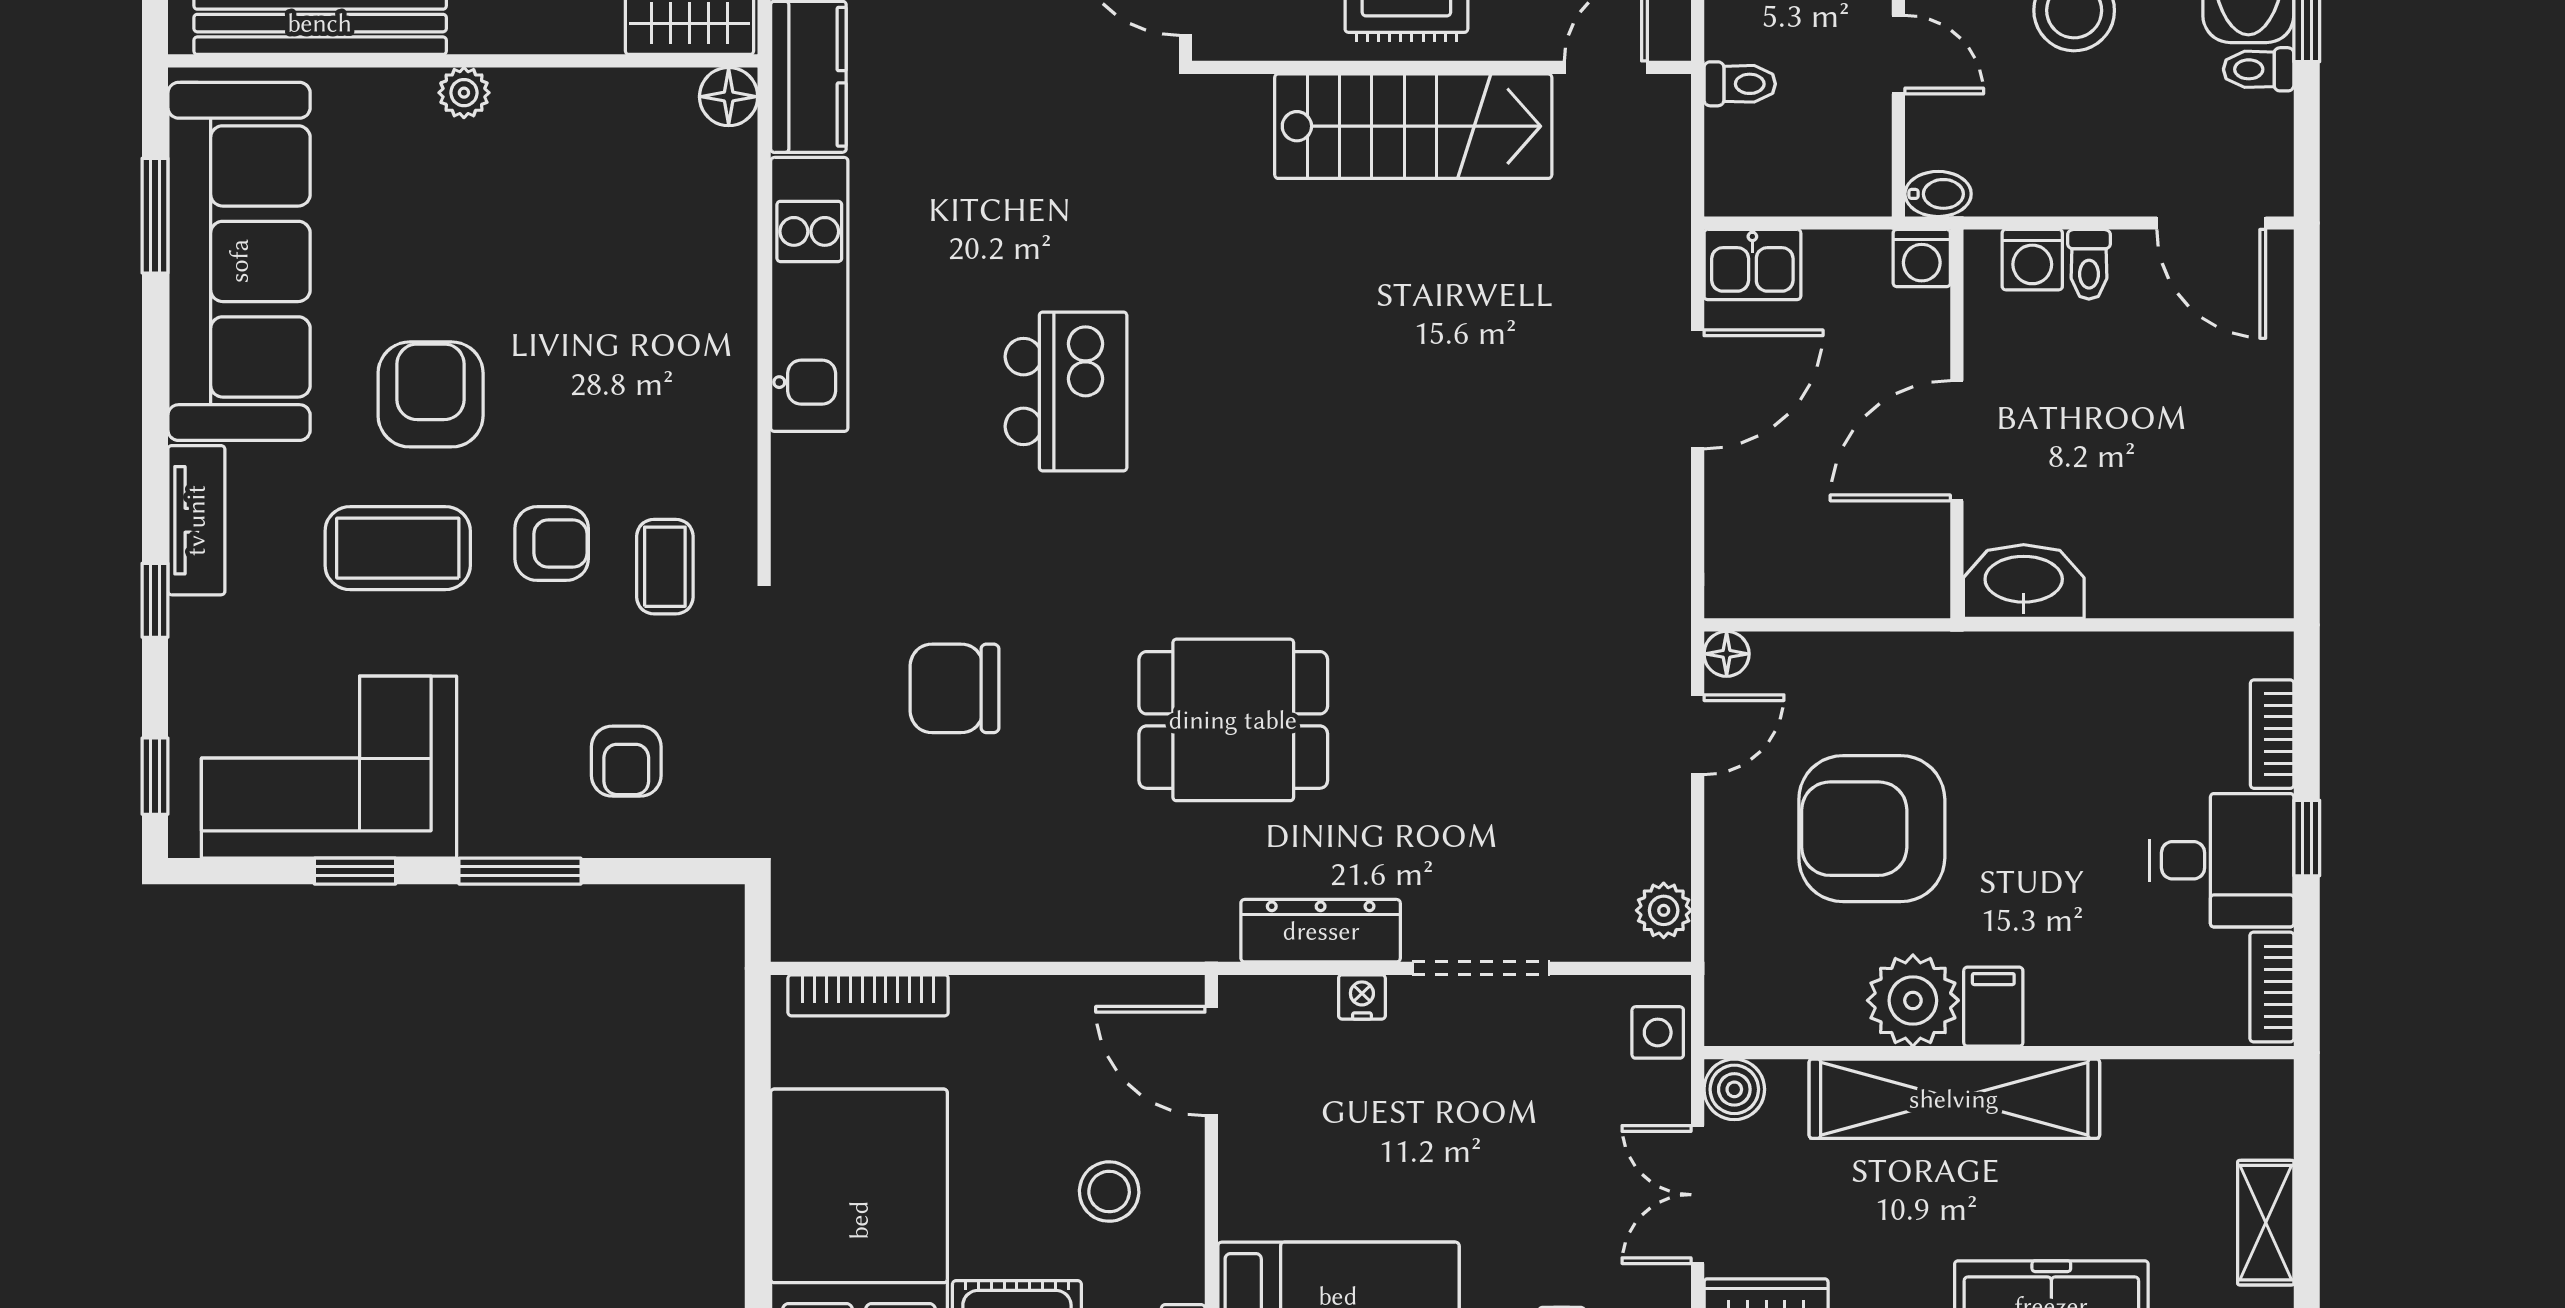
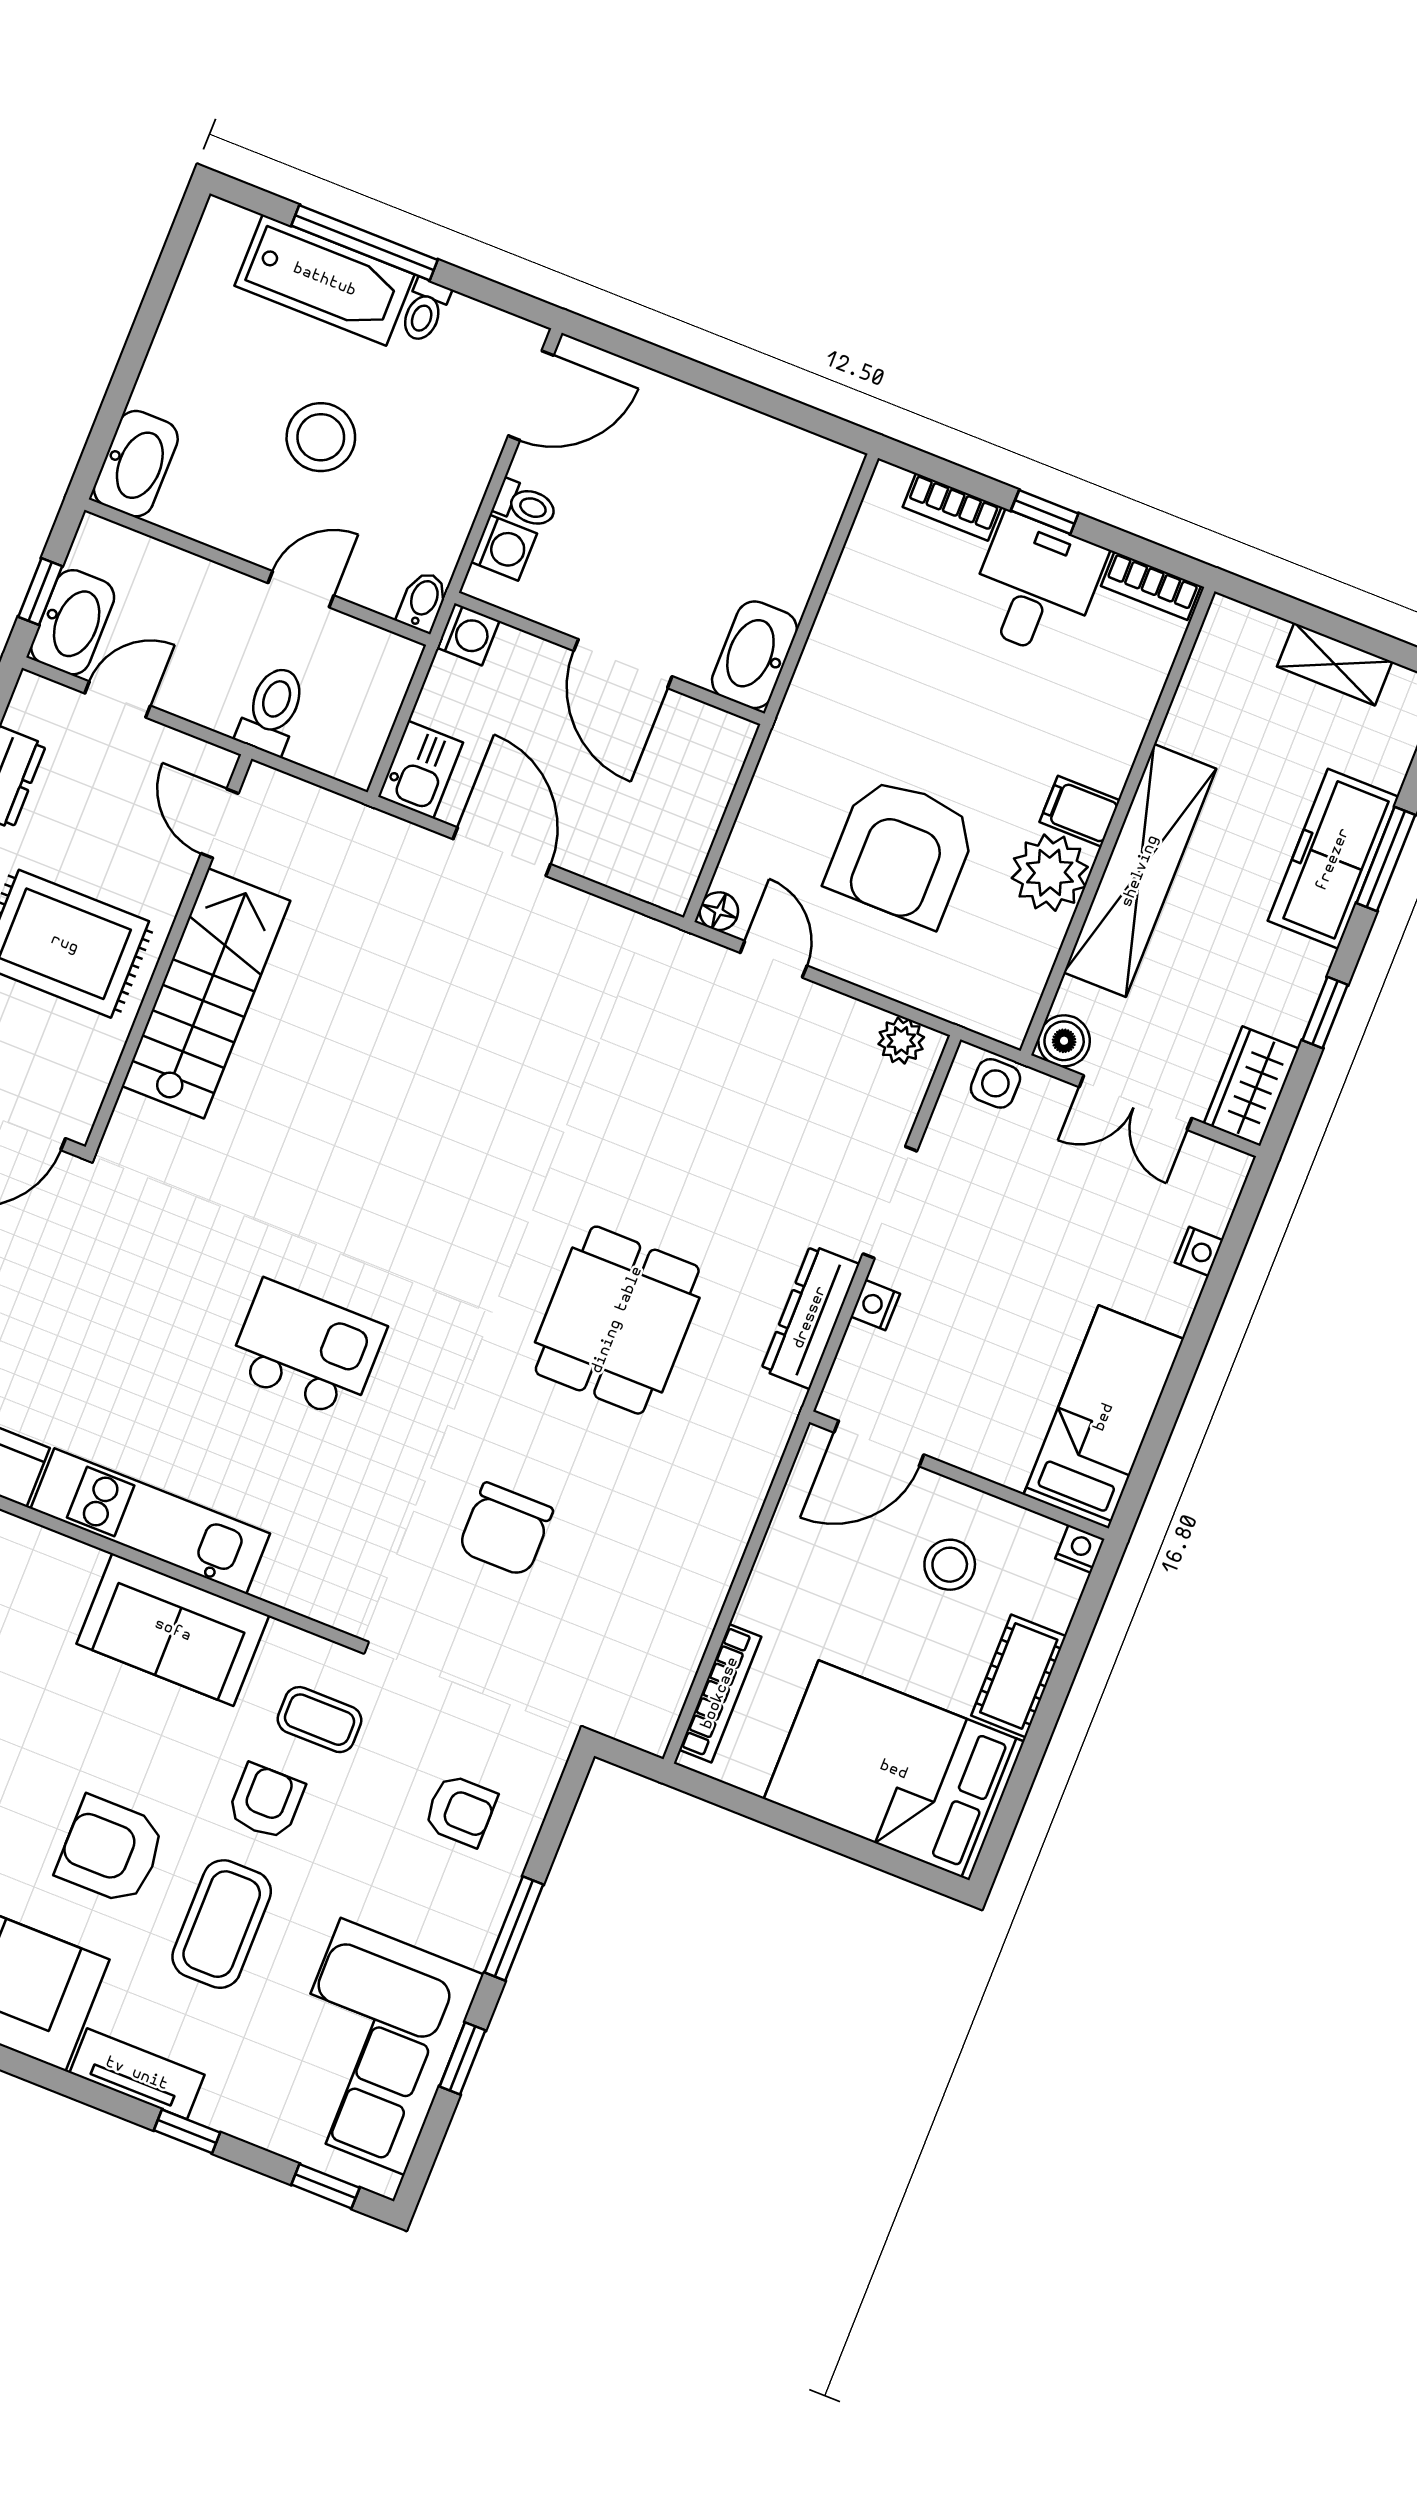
toilet: (1740, 84) -> (272, 710), width x1.37, depth x1.39
sofa: (700, 366) -> (173, 1630), added

